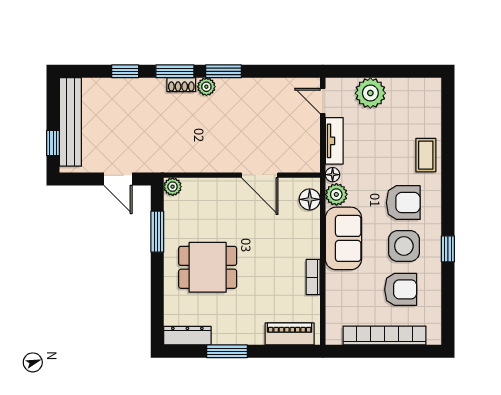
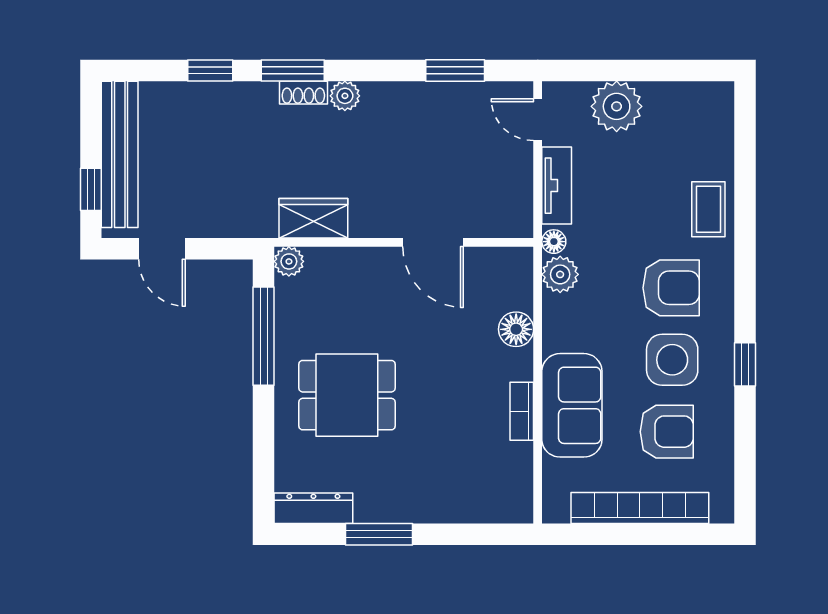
window: (224, 71) -> (455, 70), moved
wardrobe: (187, 161) -> (313, 218), added
door: (118, 179) -> (162, 249), moved
floor lamp: (310, 199) -> (516, 329), moved
window: (157, 232) -> (264, 336), width x1.44
sofa: (343, 238) -> (572, 405), moved
piano: (290, 334) -> (483, 505), removed

